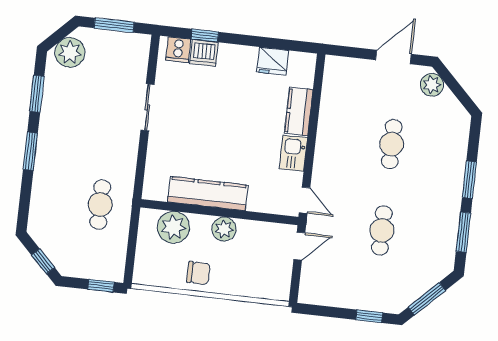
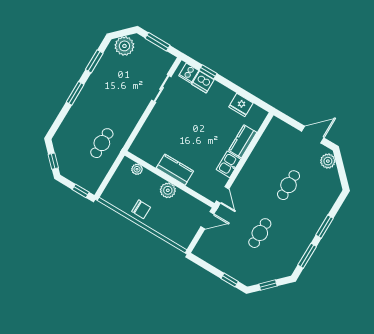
sliding door: (147, 107) -> (161, 88), moved
kitchen counter: (208, 194) -> (175, 170), width x0.67
plant: (173, 227) -> (137, 169), width x0.53, depth x0.53
window: (427, 299) -> (268, 285), width x0.67

